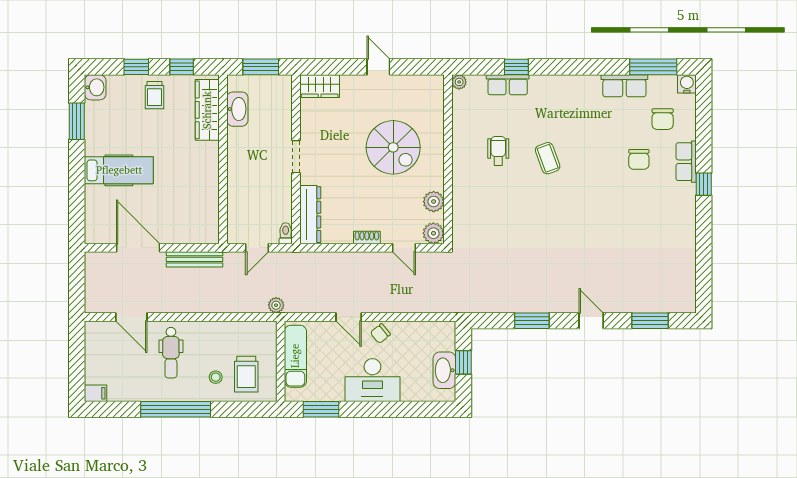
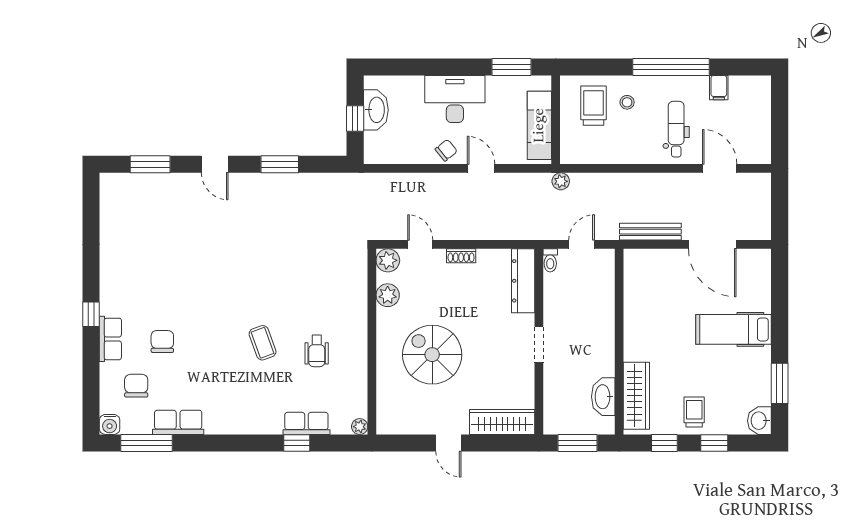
wardrobe: (320, 86) -> (502, 422), width x1.50
filing cabinet: (96, 393) -> (719, 88), moved, turned -90

